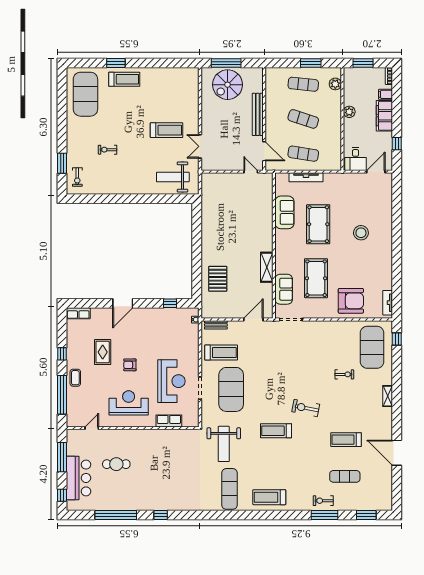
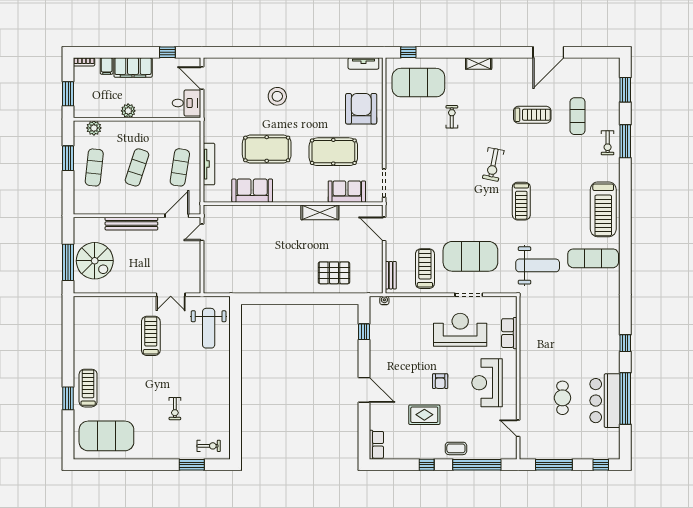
treadmill: (346, 440) -> (532, 115), turned -90
bar counter: (78, 478) -> (605, 401), moved, turned -90
treadmill: (269, 497) -> (603, 209), width x1.37, depth x1.37

